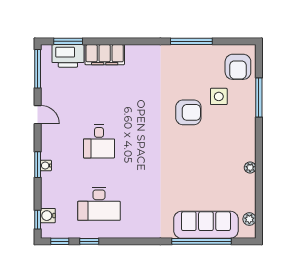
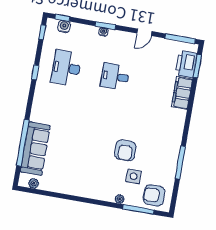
window: (259, 97) -> (139, 209), moved
plant: (250, 168) -> (120, 199), moved
window: (89, 241) -> (35, 72), moved

